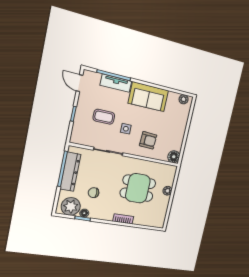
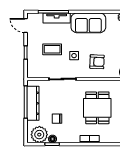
dining table: (138, 188) -> (97, 108), turned 90

